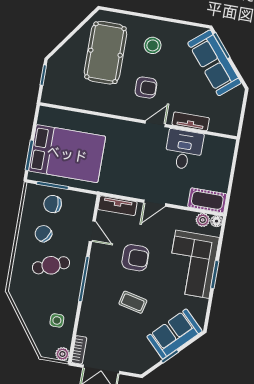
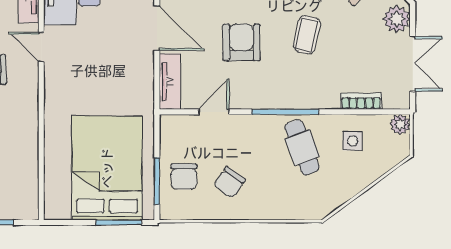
door: (155, 203) -> (157, 28), width x1.38
cafe table: (51, 265) -> (302, 147), moved
bookcase: (79, 350) -> (361, 101), moved
plant: (133, 364) -> (397, 19), added

